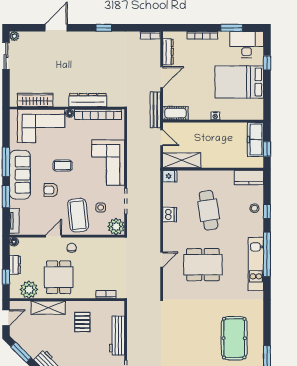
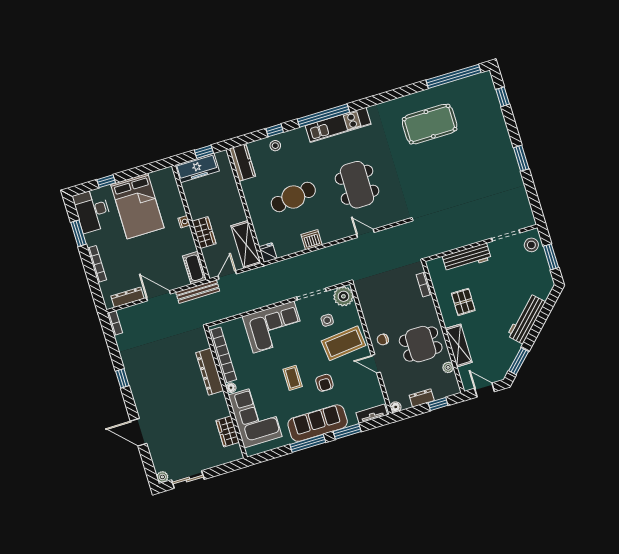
wardrobe: (35, 100) -> (228, 431), width x0.67
wardrobe: (202, 129) -> (204, 233), added
plant: (29, 290) -> (448, 367), width x0.53, depth x0.53
pallet: (82, 322) -> (463, 302), turned 90

